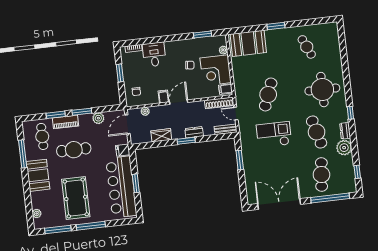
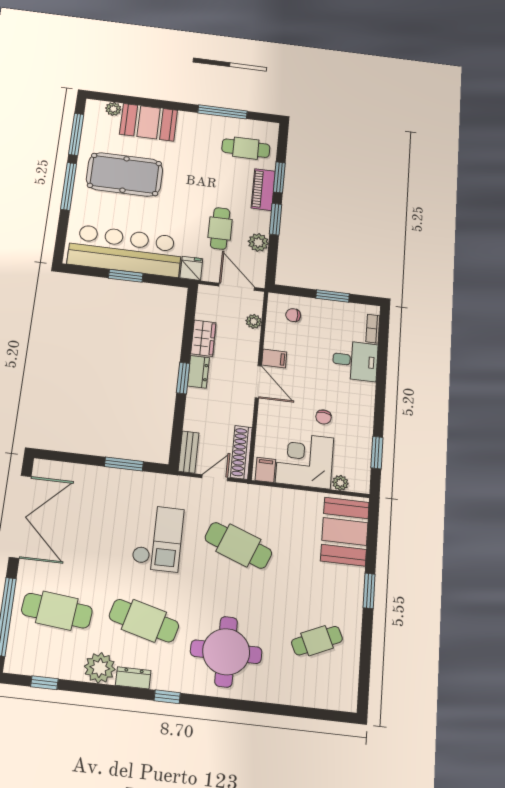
dresser: (194, 132) -> (198, 372), moved
cafe table: (317, 132) -> (144, 621), turned 30
cafe table: (74, 150) -> (220, 228), moved, width x0.73, depth x0.74
booth: (38, 175) -> (149, 122), moved

